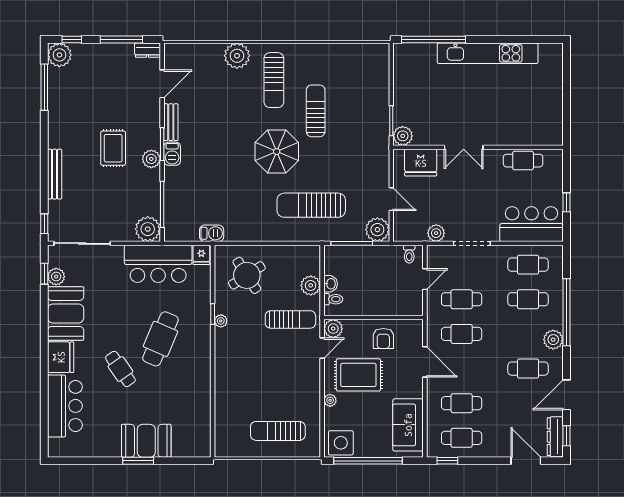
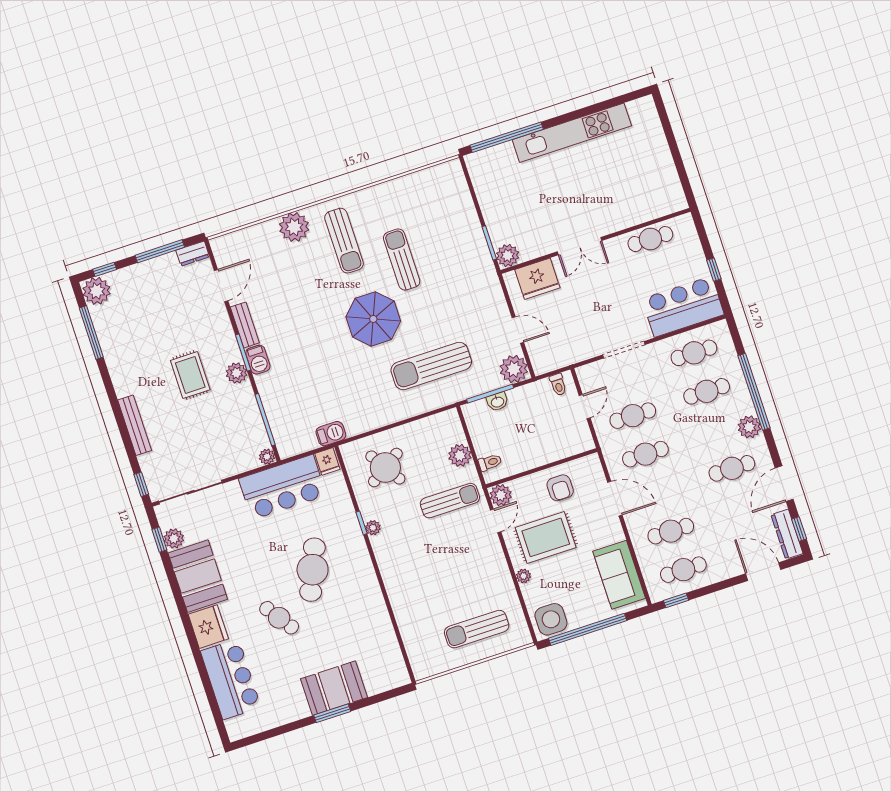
plant: (148, 229) -> (267, 457), width x0.53, depth x0.53
plant: (436, 233) -> (580, 351), removed
washbasin: (331, 284) -> (497, 402), moved, turned 90

